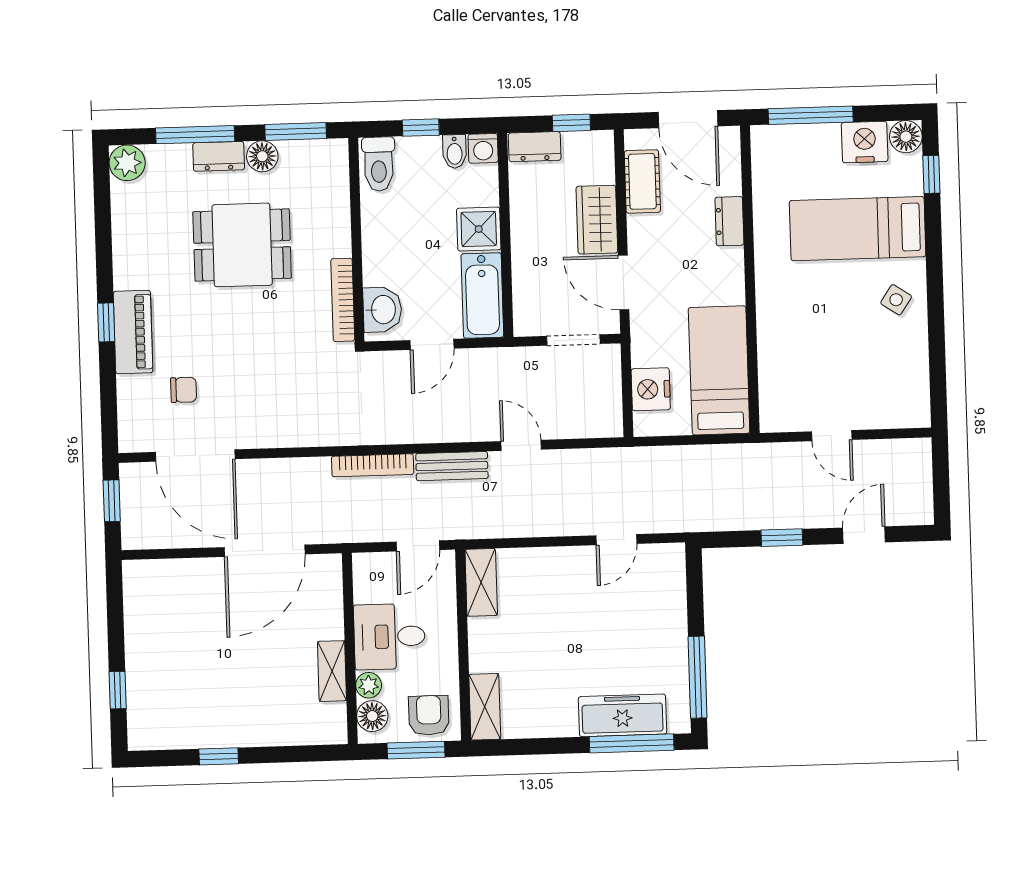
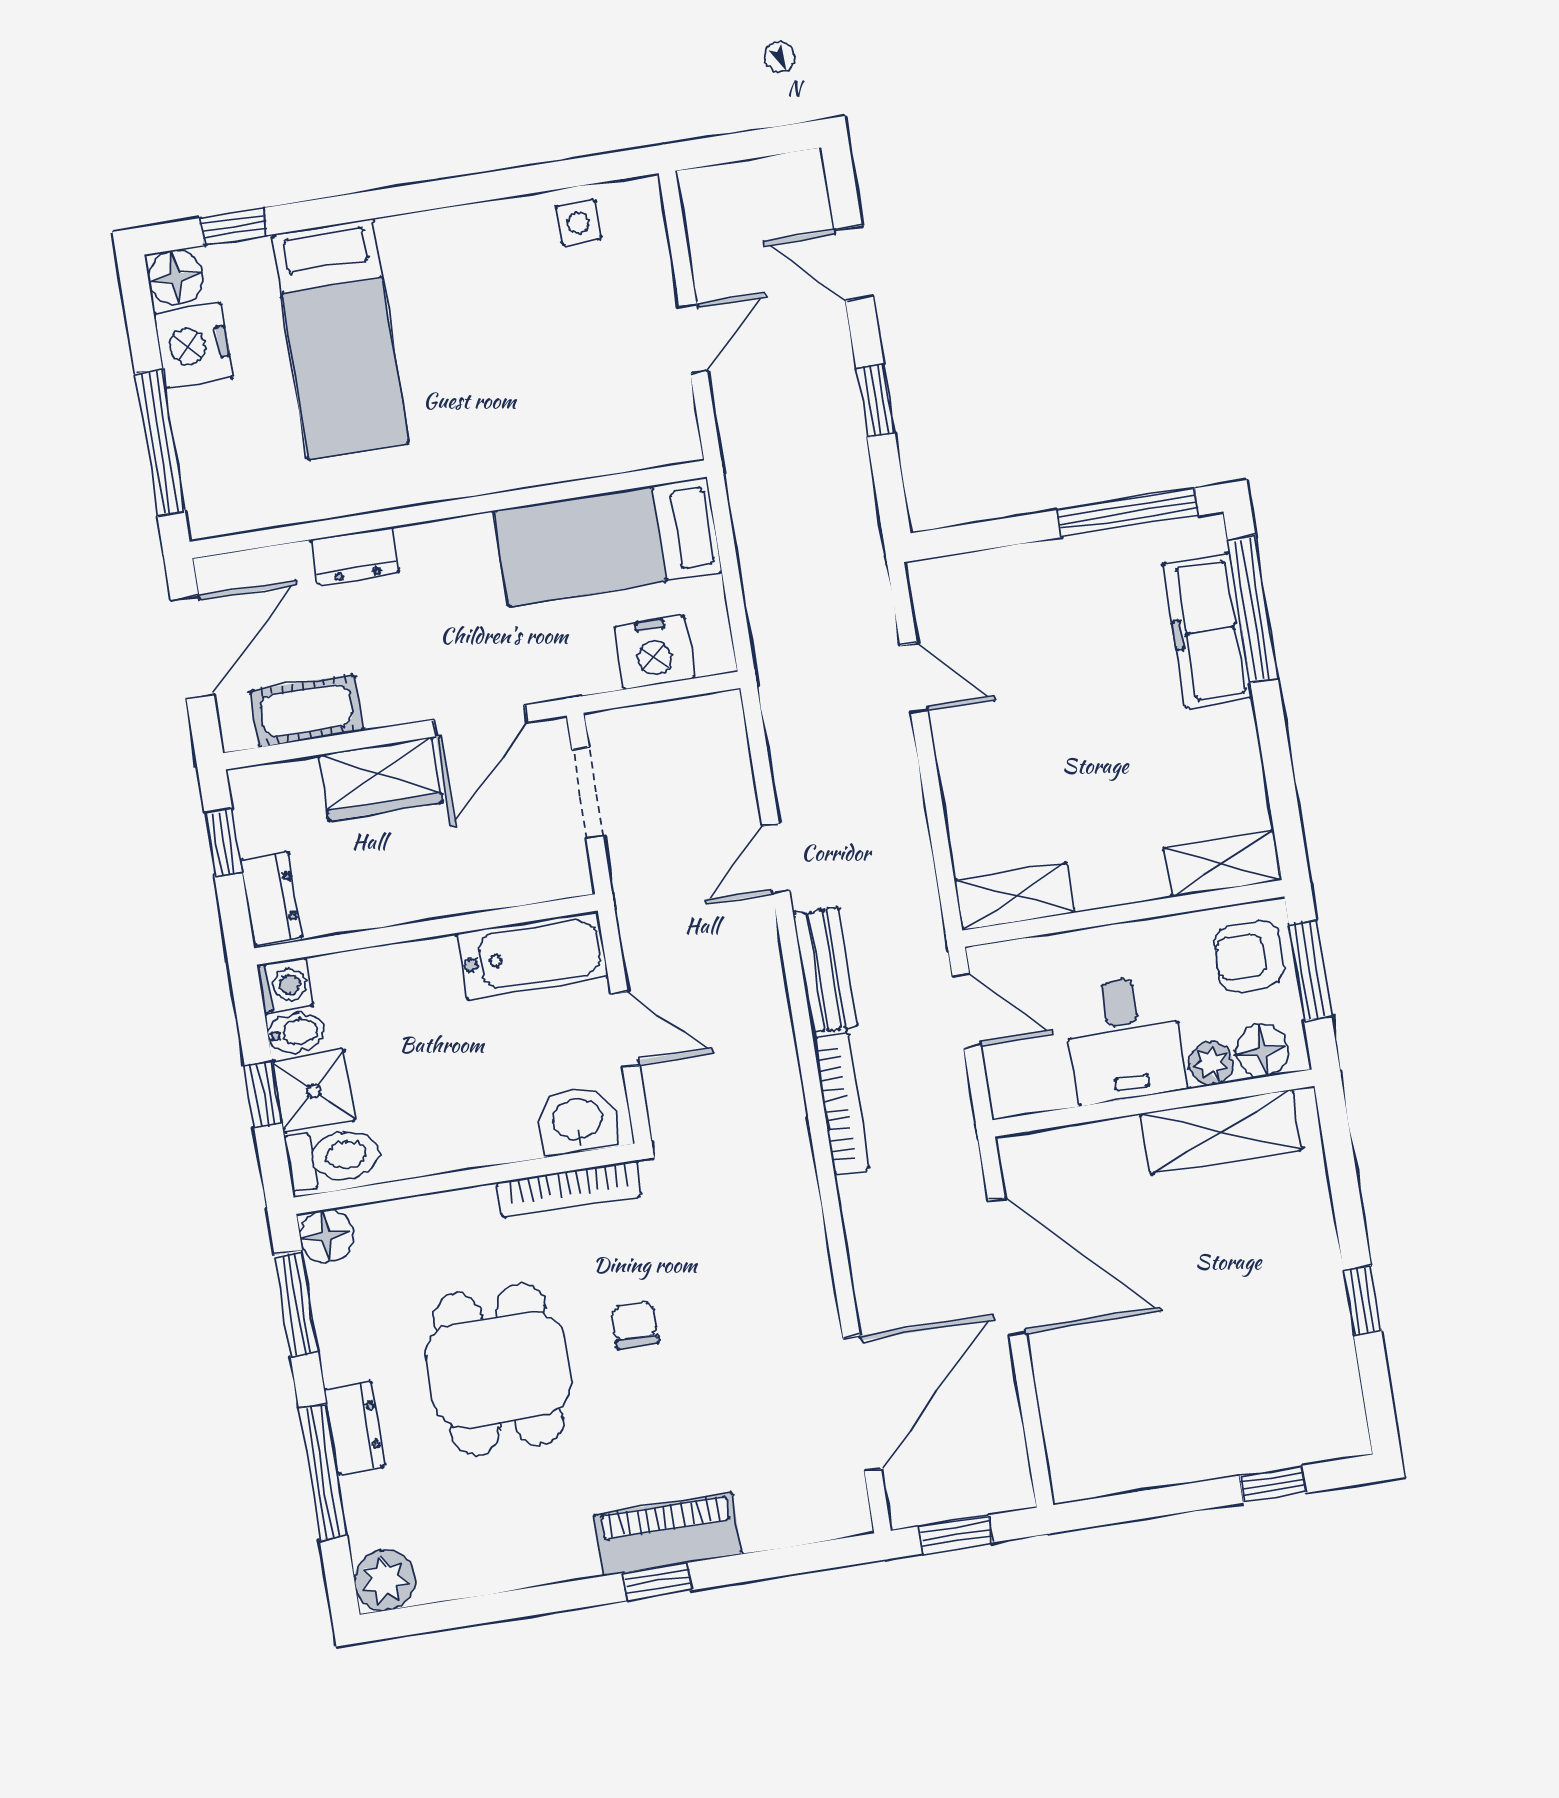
floor lamp: (262, 156) -> (326, 1236), moved
shower: (479, 229) -> (313, 1091), moved
side table: (896, 300) -> (578, 223), moved, turned -34
chair: (184, 390) -> (635, 1325), moved
shelving: (332, 671) -> (1222, 1132), width x1.50, depth x1.33

